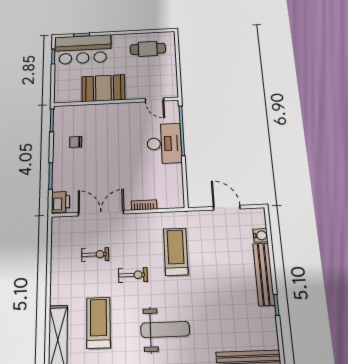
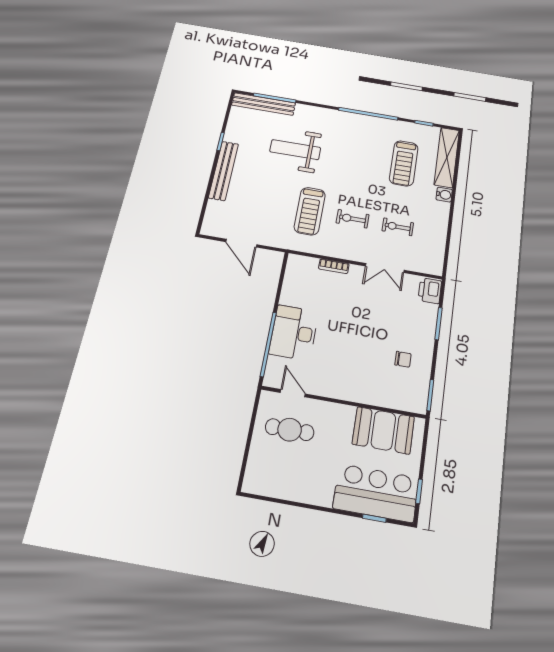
cafe table: (148, 49) -> (290, 430), moved
booth: (103, 88) -> (383, 430), moved
double door: (101, 213) -> (385, 268), width x0.73
water cooler: (261, 235) -> (444, 195), moved, turned 180
exercise bike: (133, 275) -> (353, 219), moved
weight bench: (165, 329) -> (295, 150), moved

